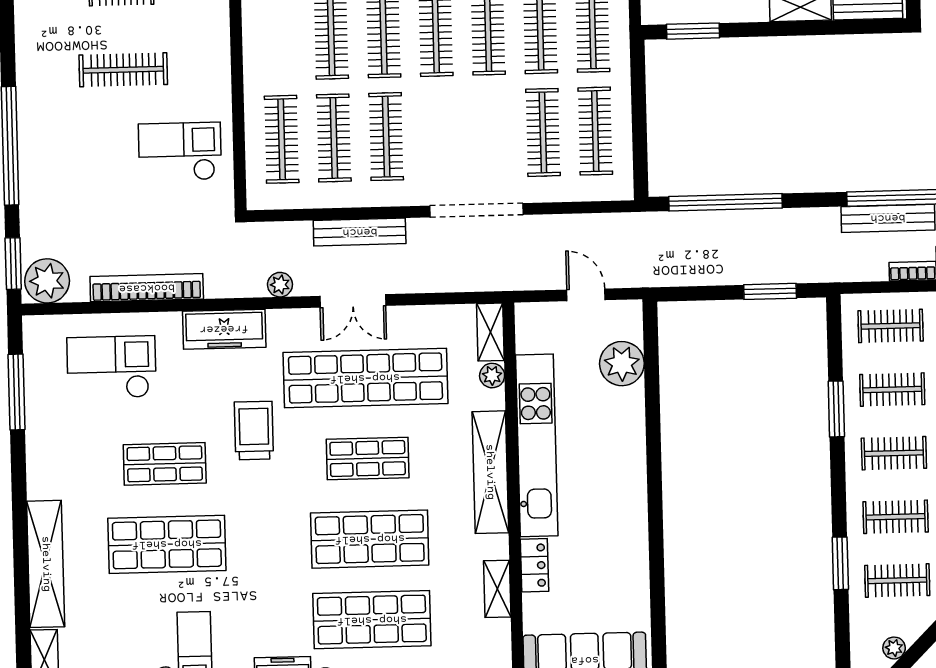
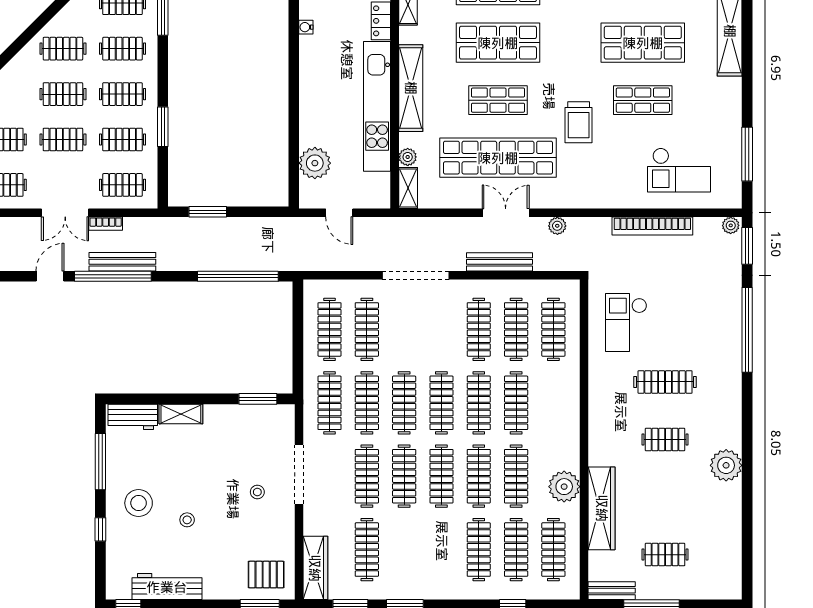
checkout: (180, 152) -> (626, 323), turned 90
plant: (47, 281) -> (731, 225), width x0.53, depth x0.53
freezer: (224, 329) -> (598, 195), removed
water cooler: (639, 554) -> (306, 27), added

